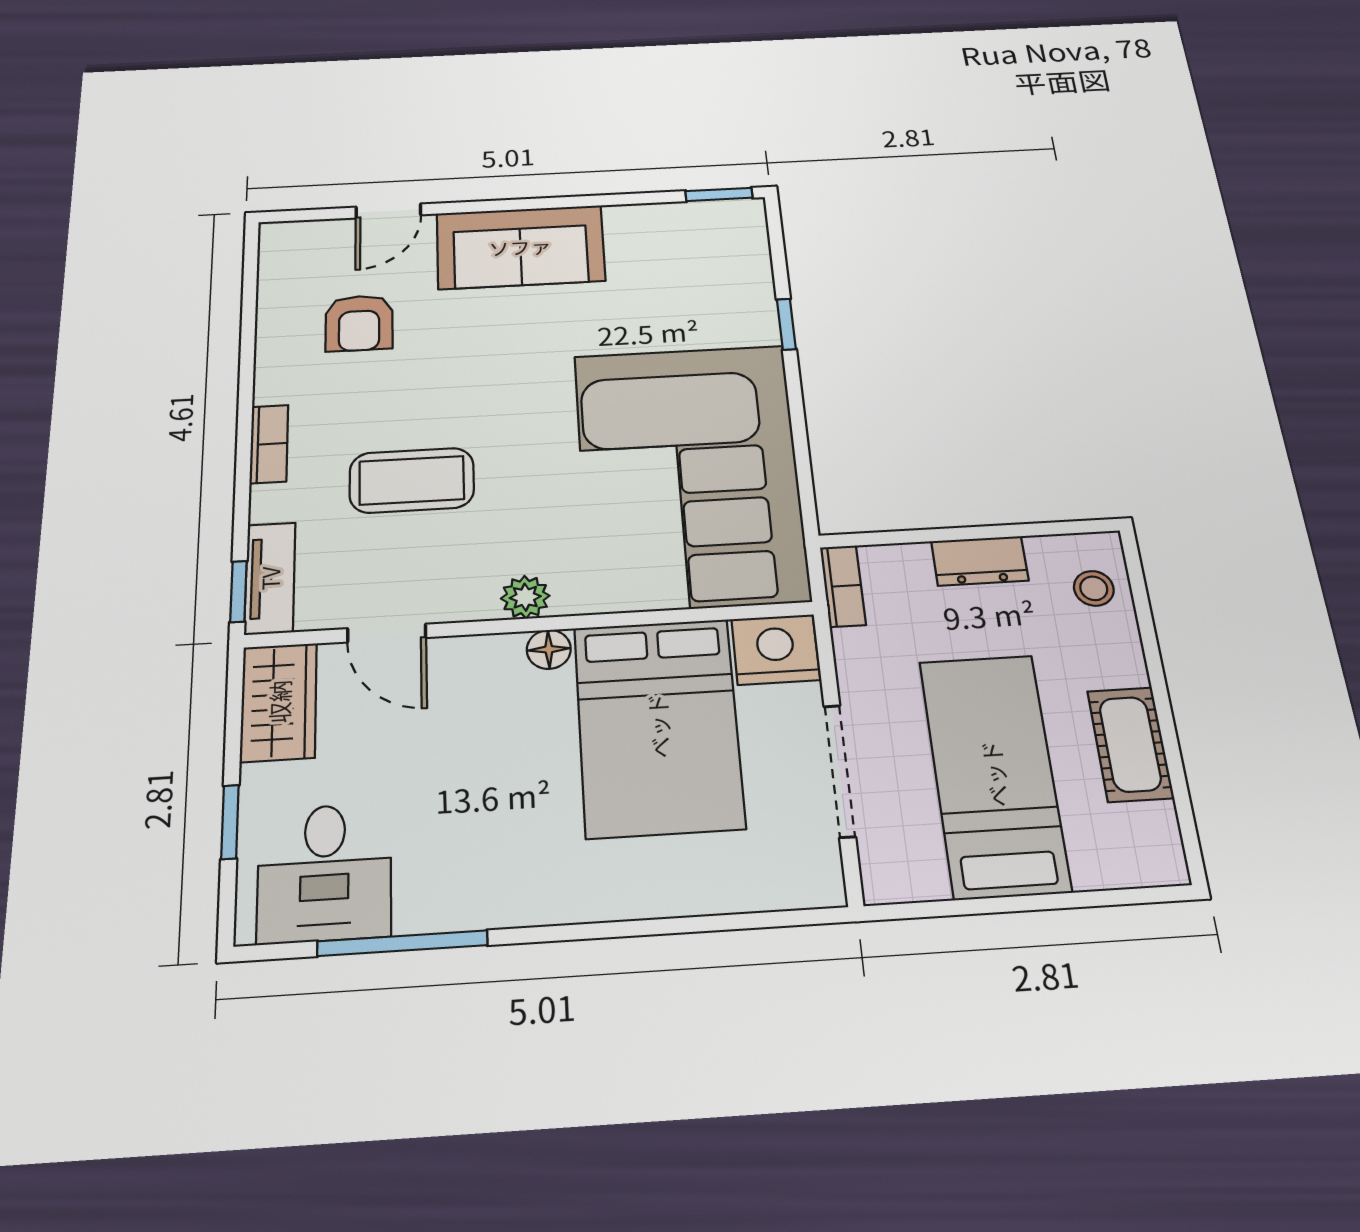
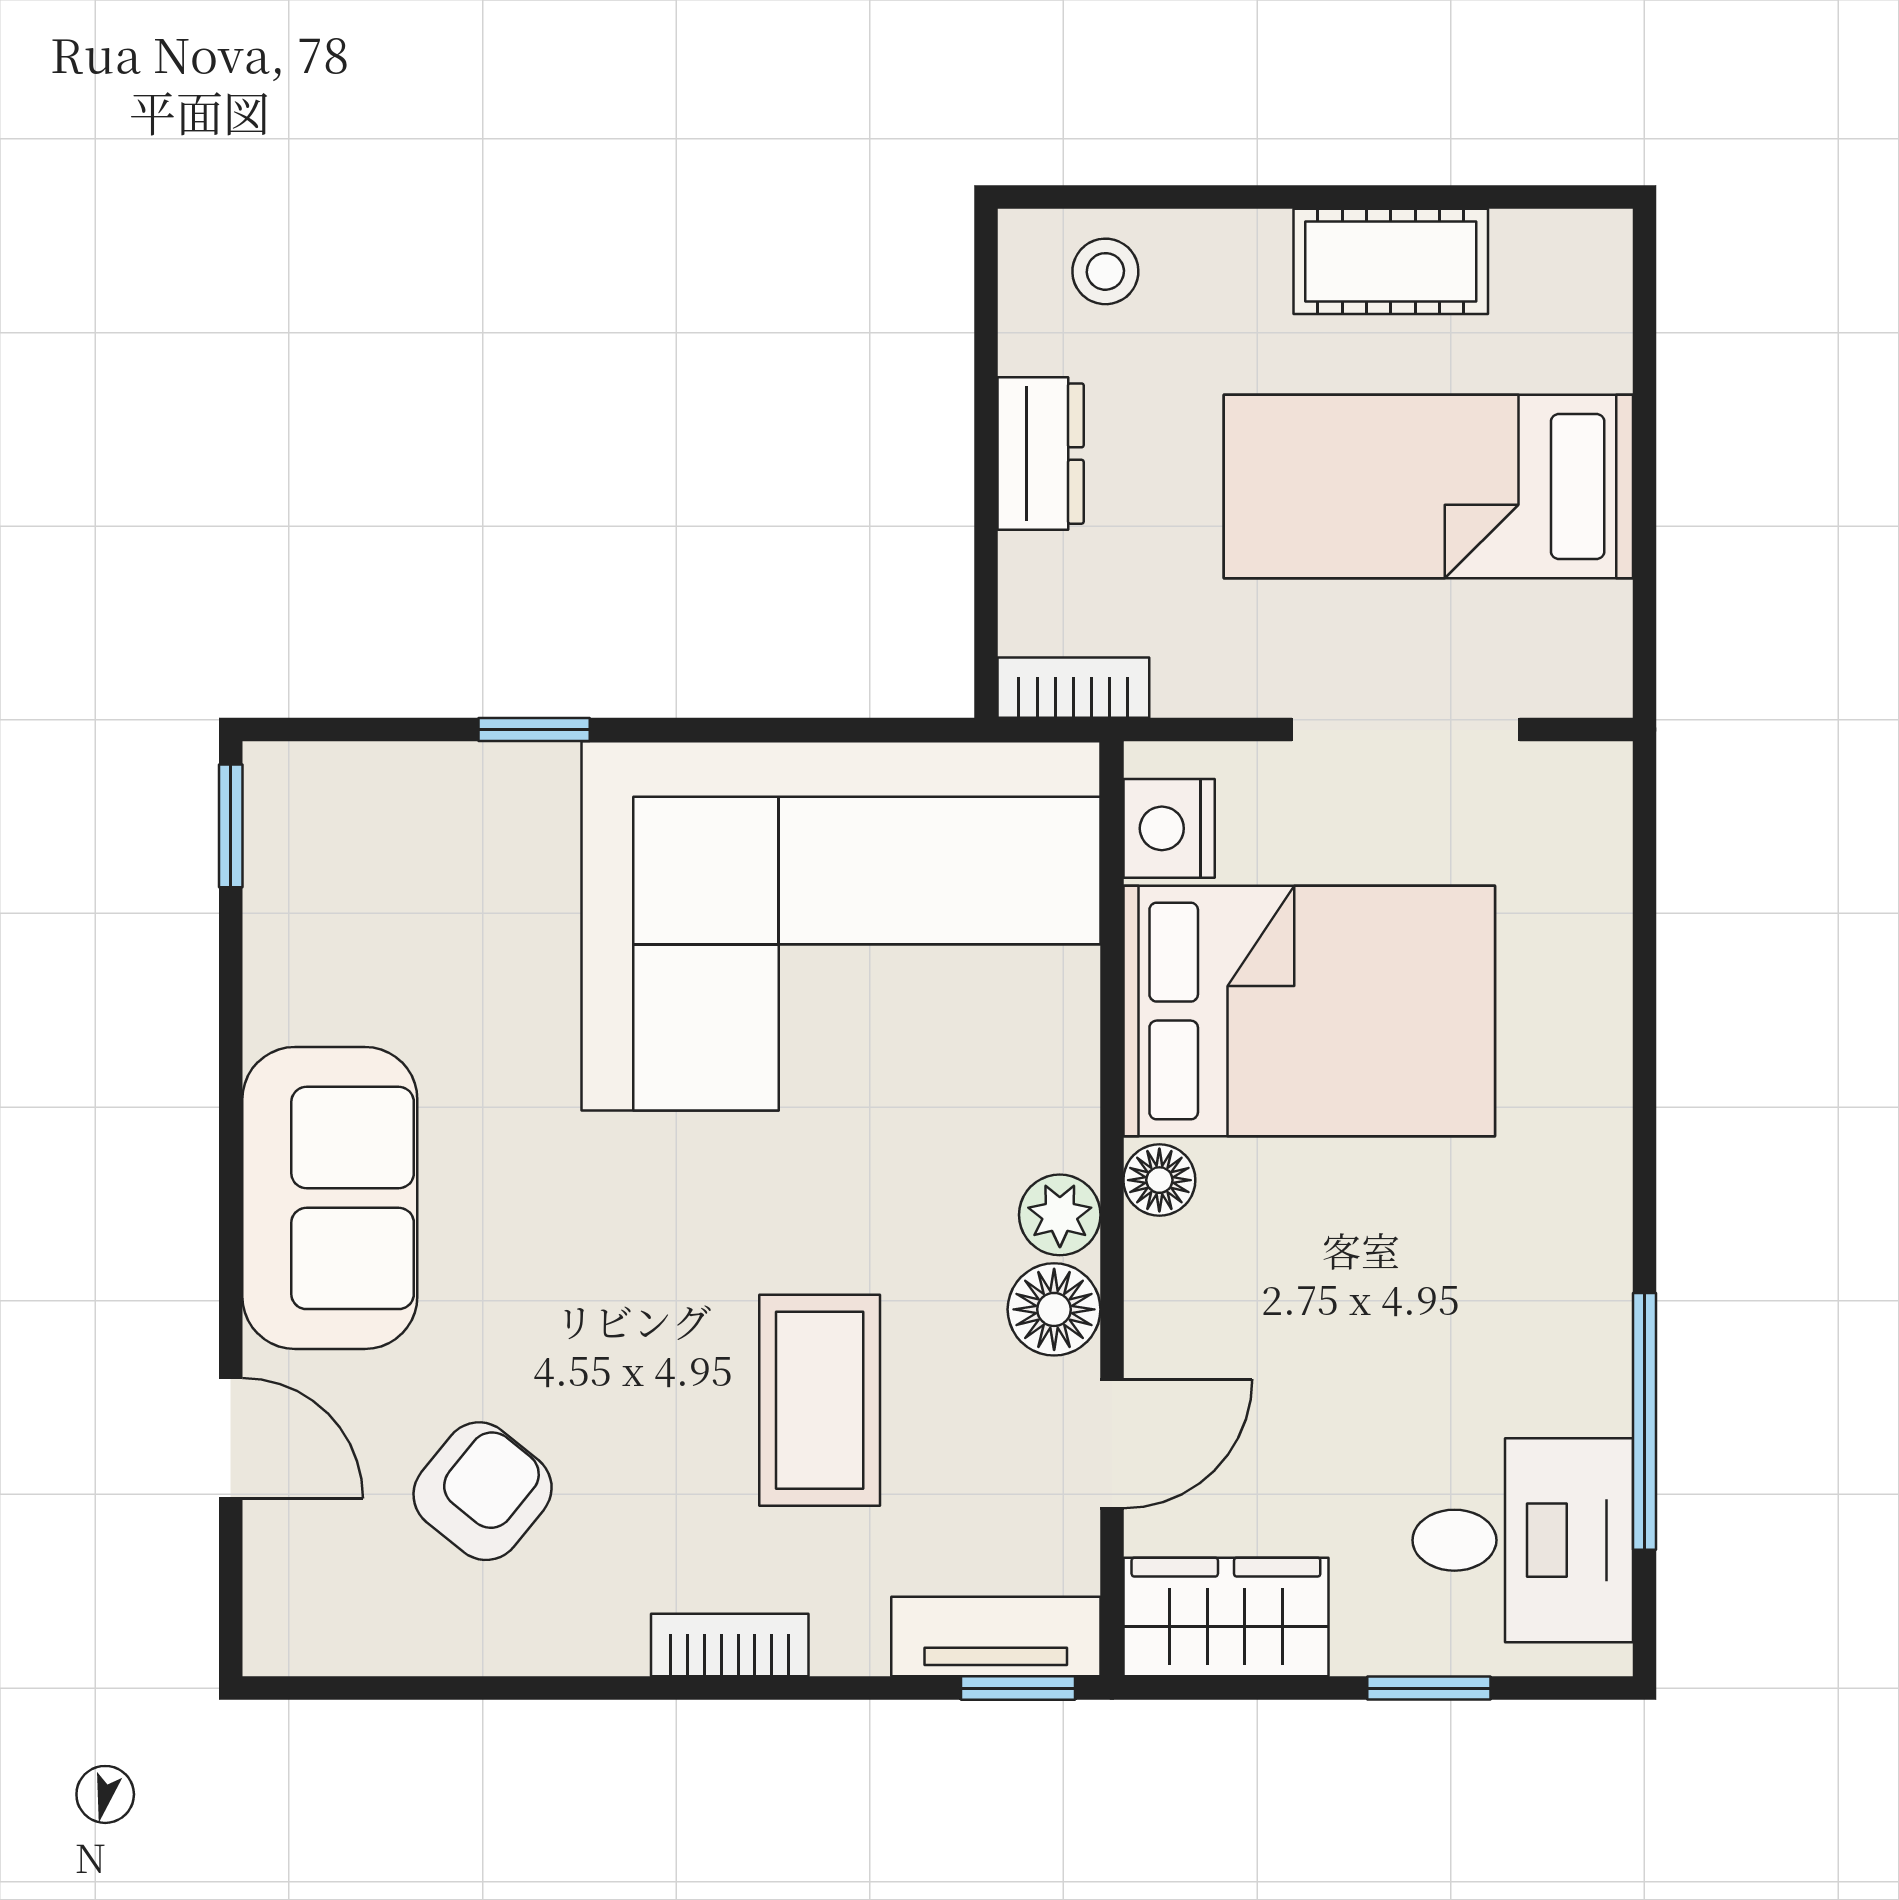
armchair: (359, 323) -> (483, 1491), turned -51
floor lamp: (468, 597) -> (1054, 1309), added
nightstand: (776, 649) -> (1169, 828), width x0.74, depth x0.75

